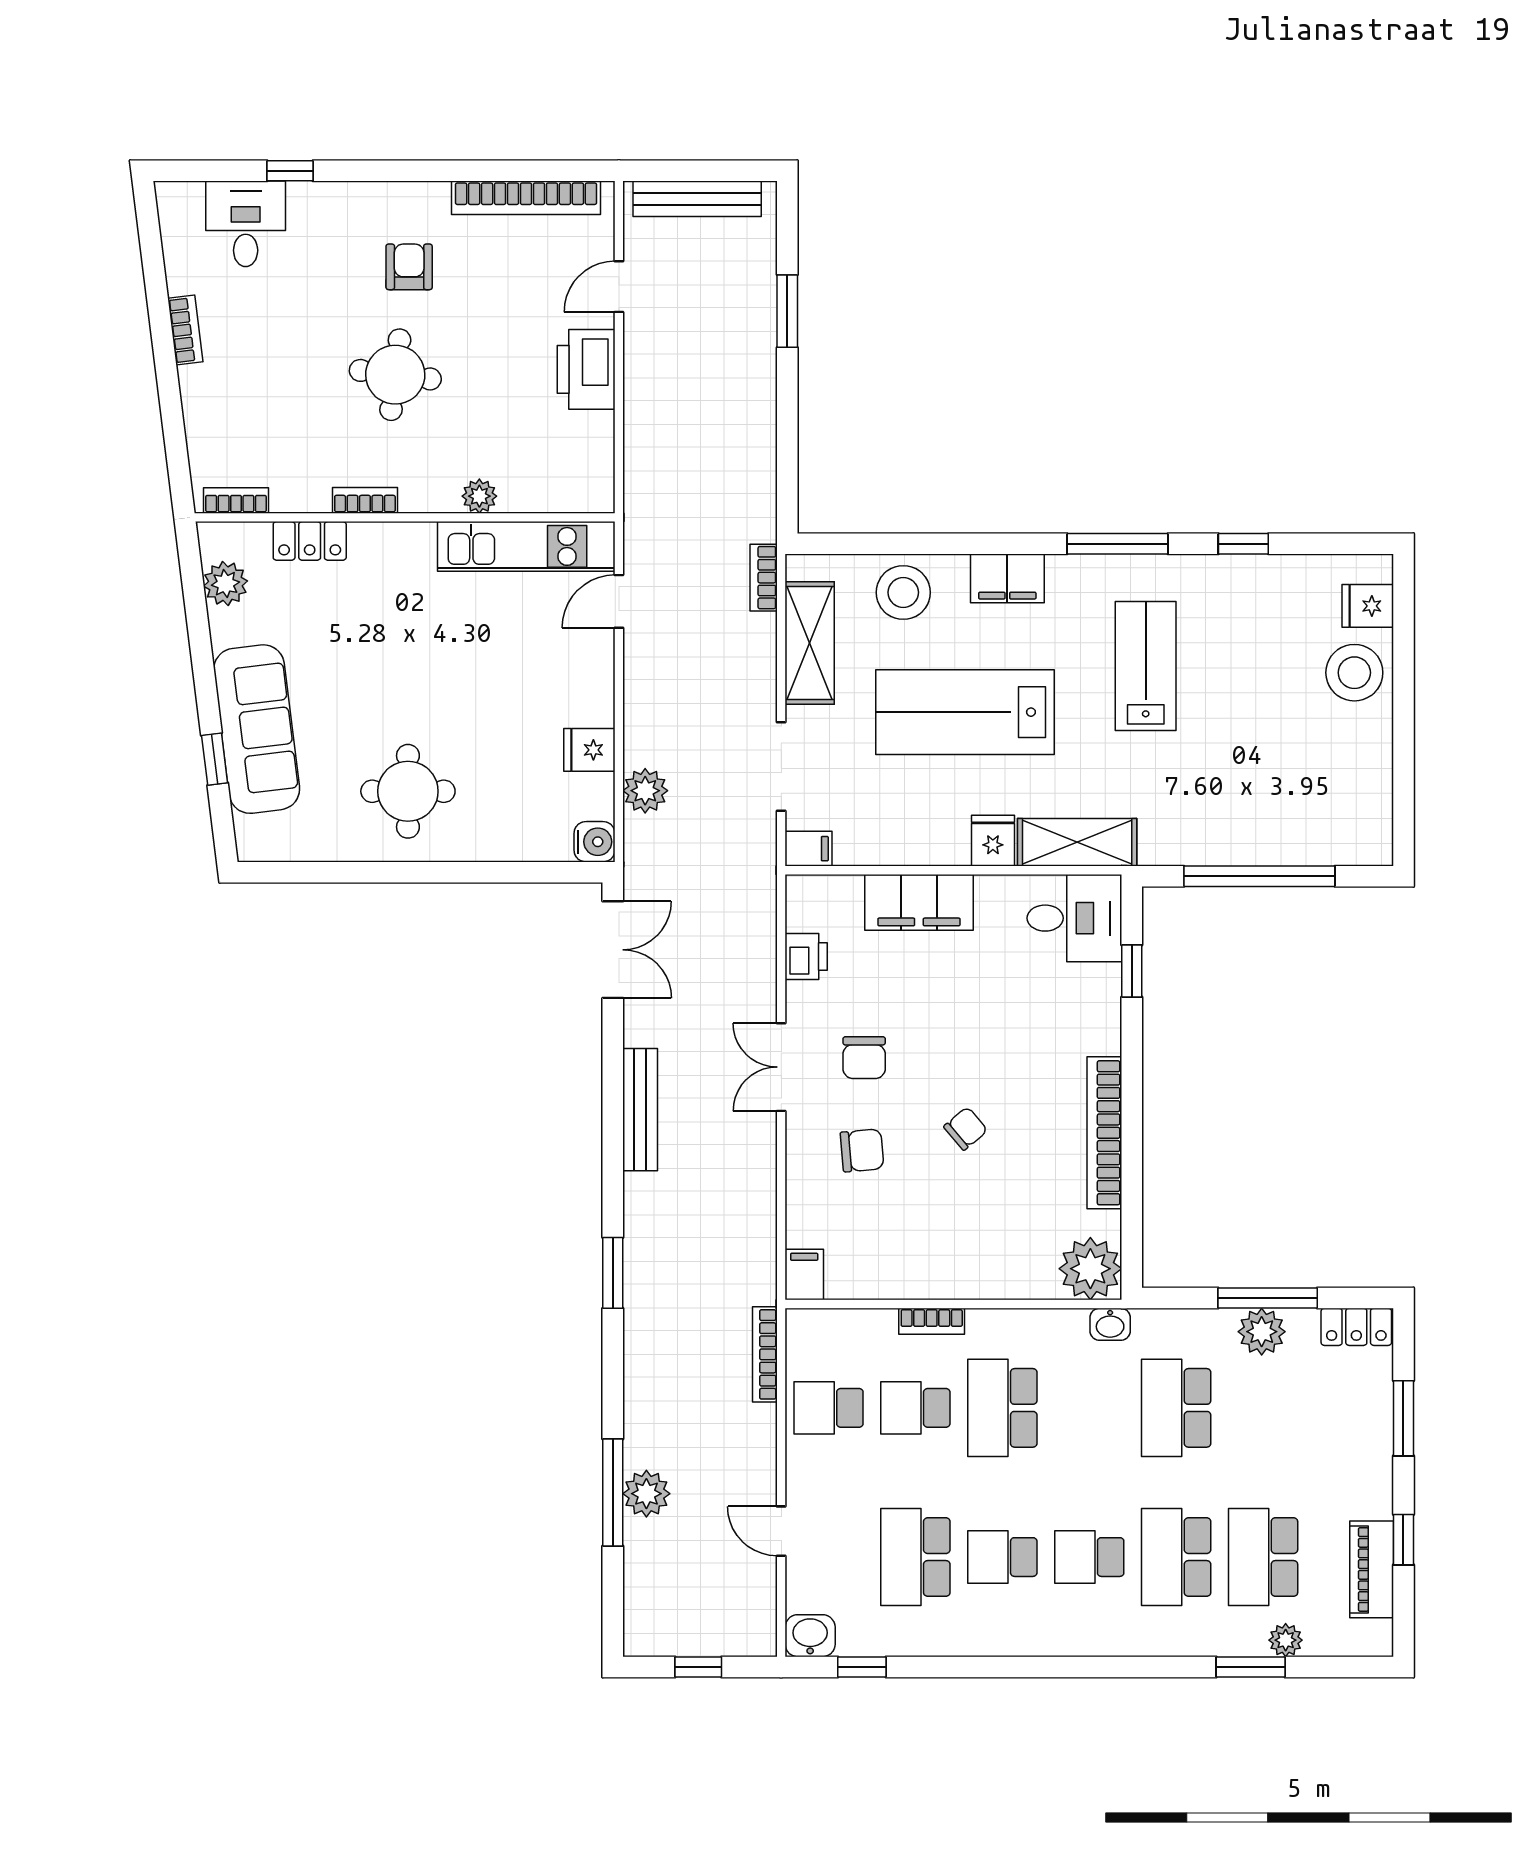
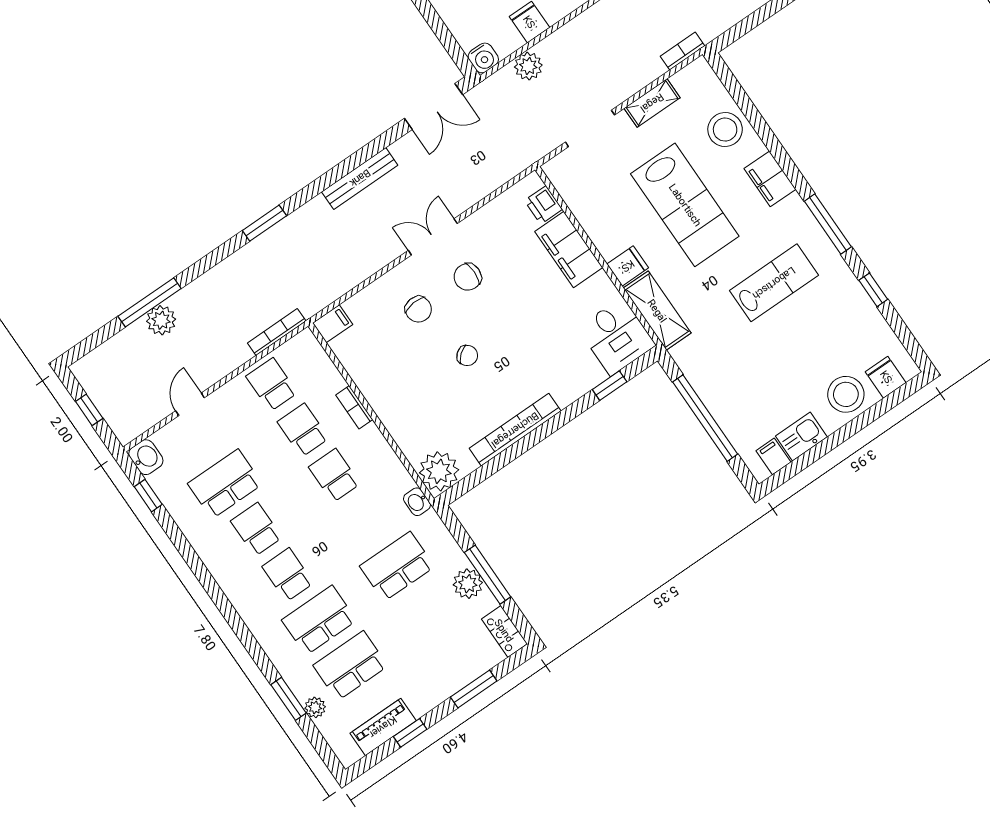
shelving: (810, 643) -> (652, 103), width x0.67, depth x0.75
lab bench: (965, 712) -> (685, 205), turned 180
kitchen sink: (1369, 768) -> (801, 437), added
filing cabinet: (808, 849) -> (773, 456), moved, turned 180
printer: (806, 956) -> (543, 205), moved, turned 90
school desk: (1002, 1408) -> (334, 475), width x0.54

